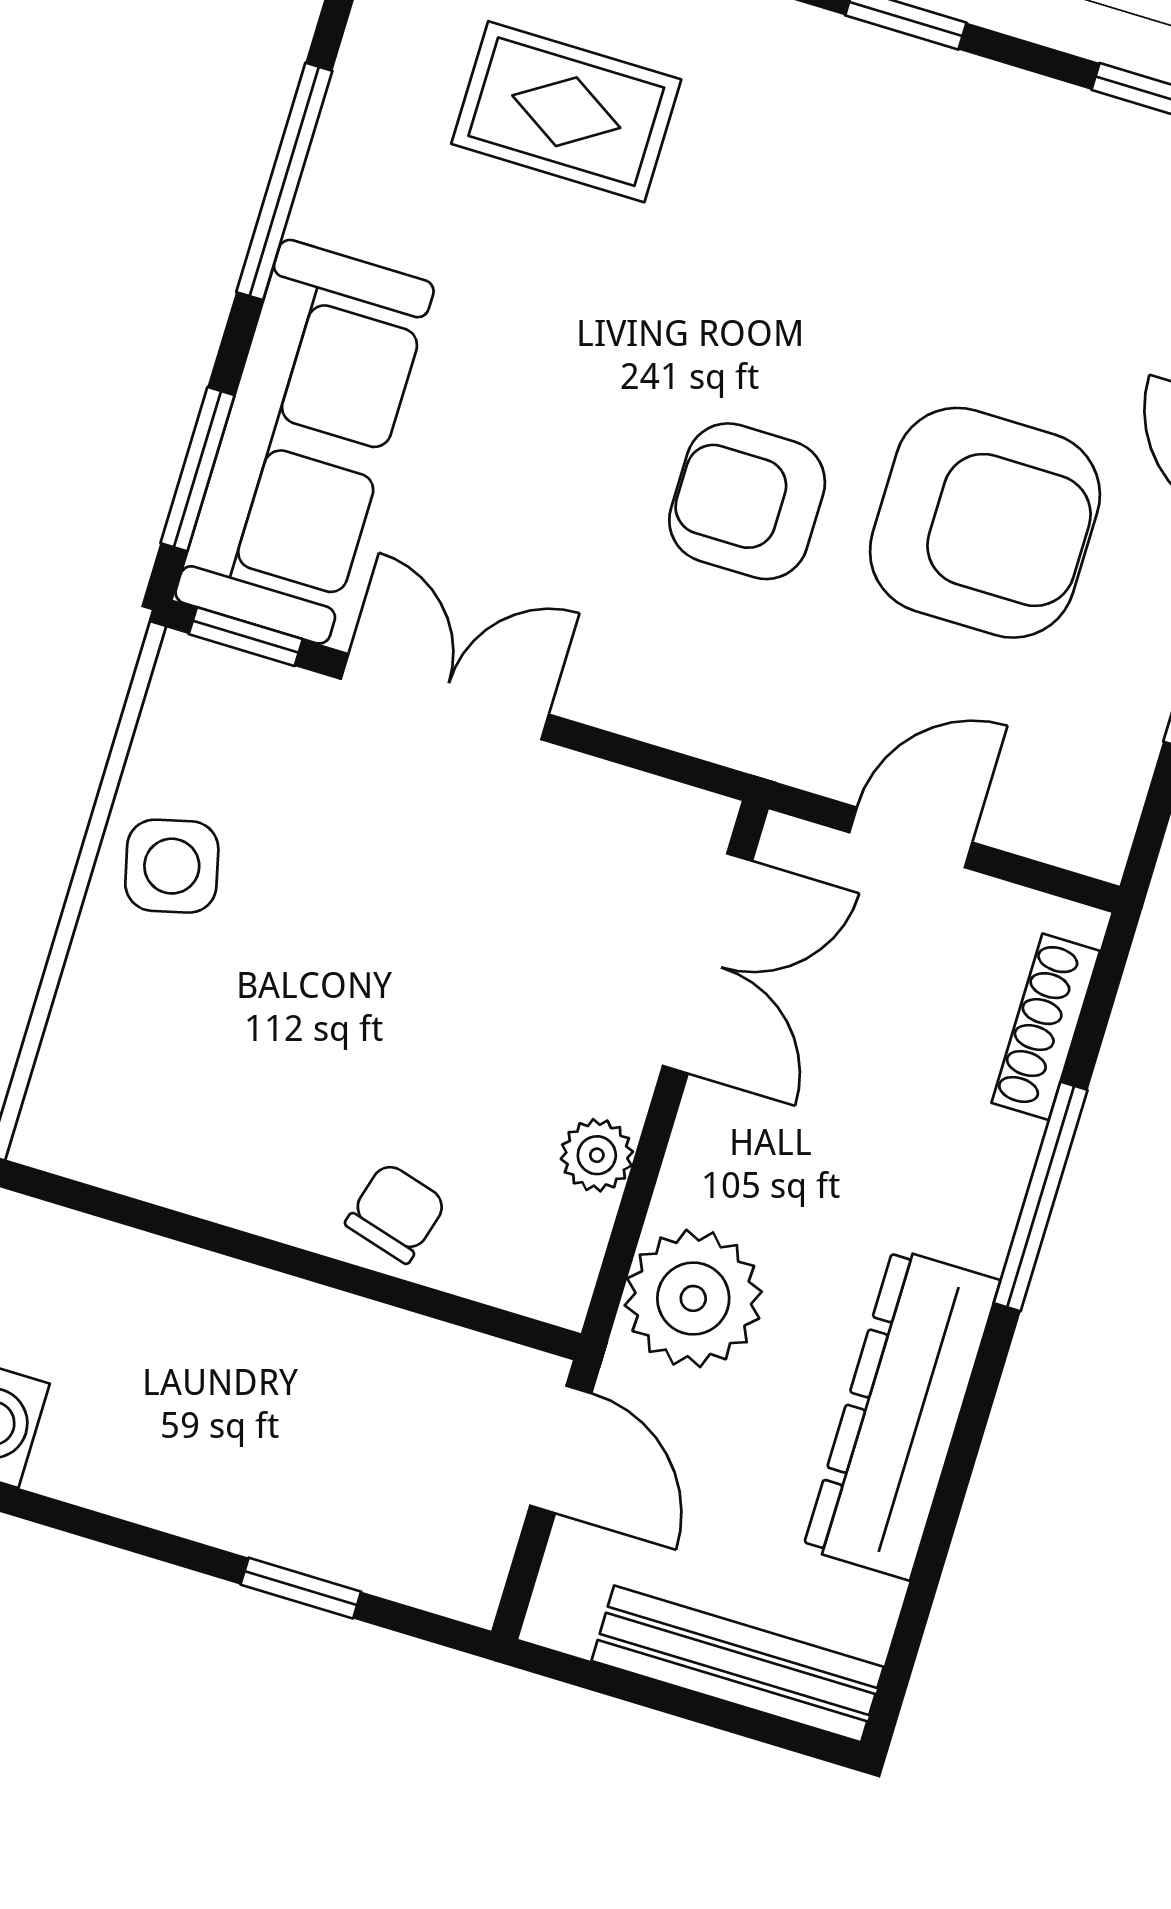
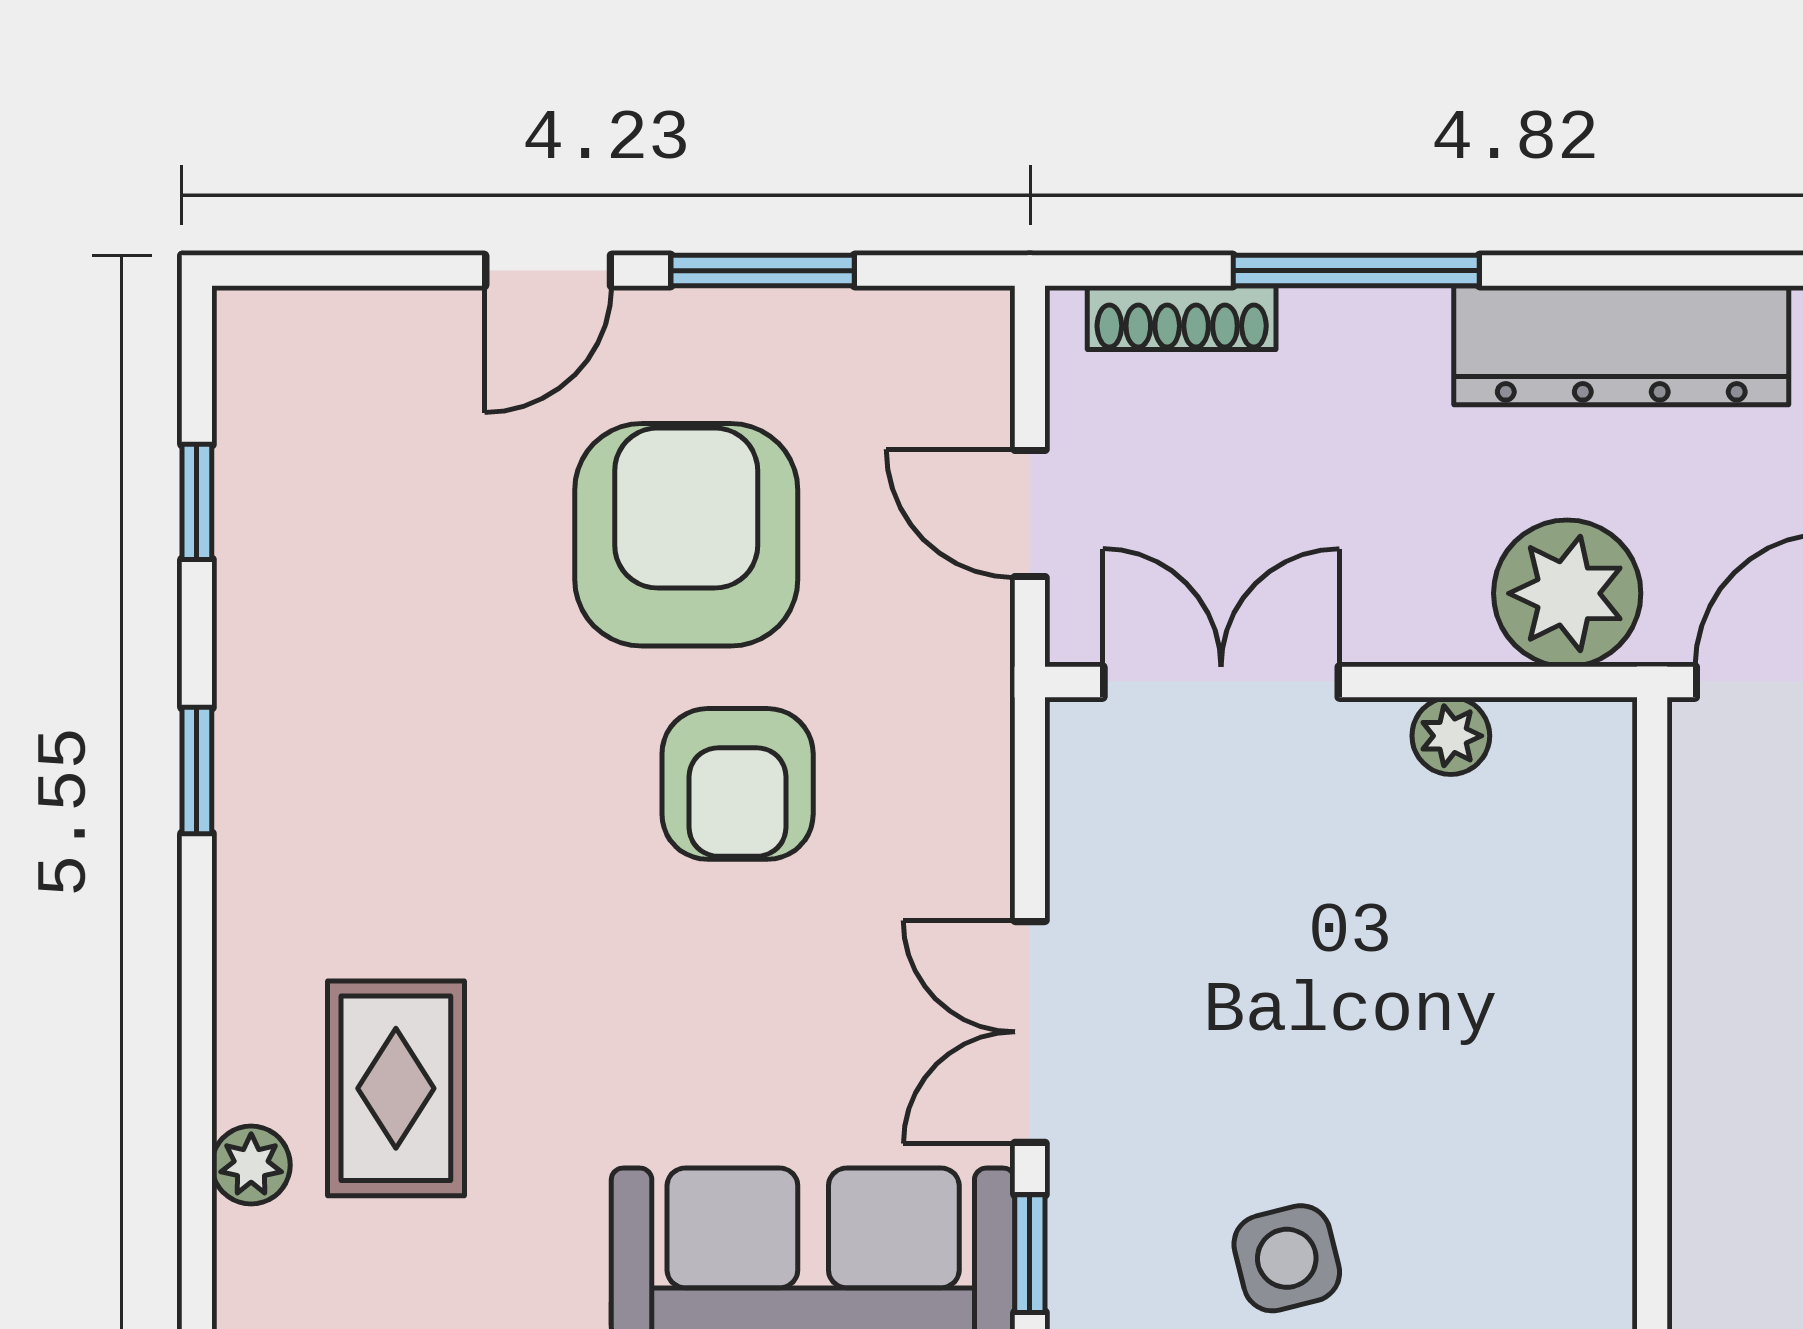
chair: (396, 1213) -> (1571, 923), removed

